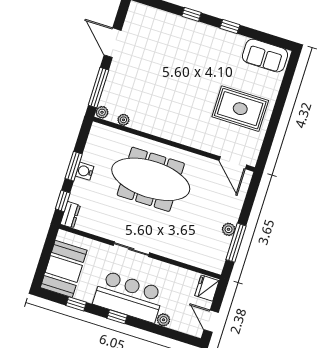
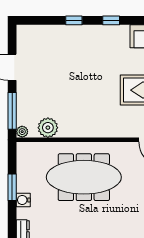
plant: (123, 120) -> (48, 128), width x1.88, depth x1.88
water cooler: (85, 171) -> (23, 200), moved
window: (63, 201) -> (12, 221), removed

